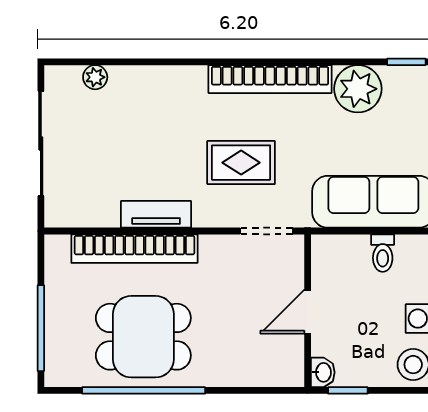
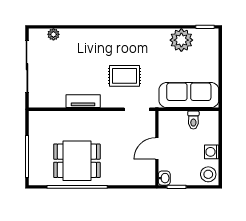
bookcase: (270, 79) -> (139, 35), removed
bookcase: (134, 249) -> (73, 118), removed

